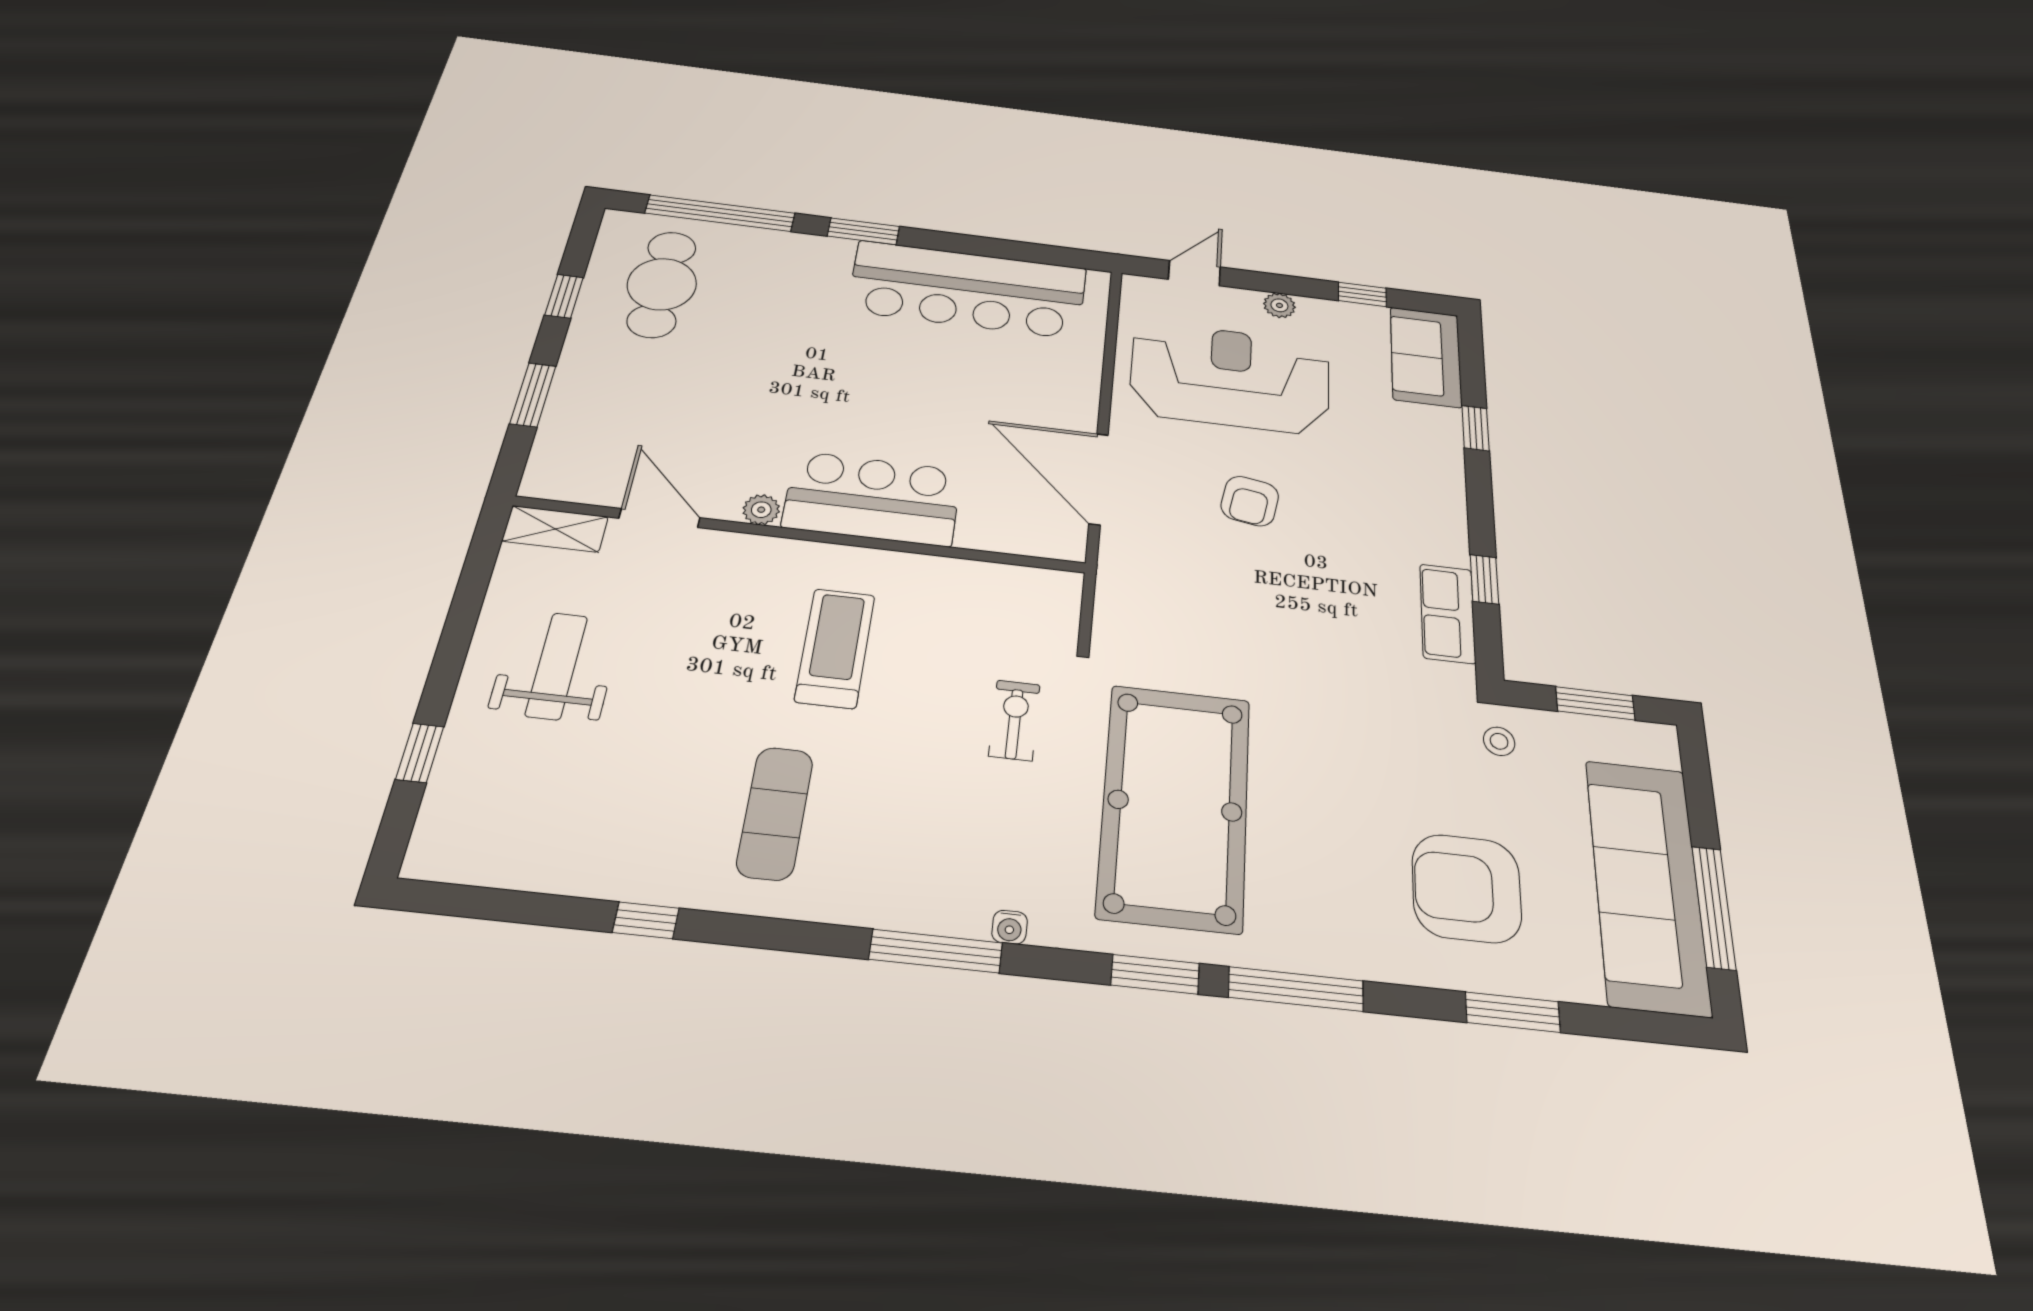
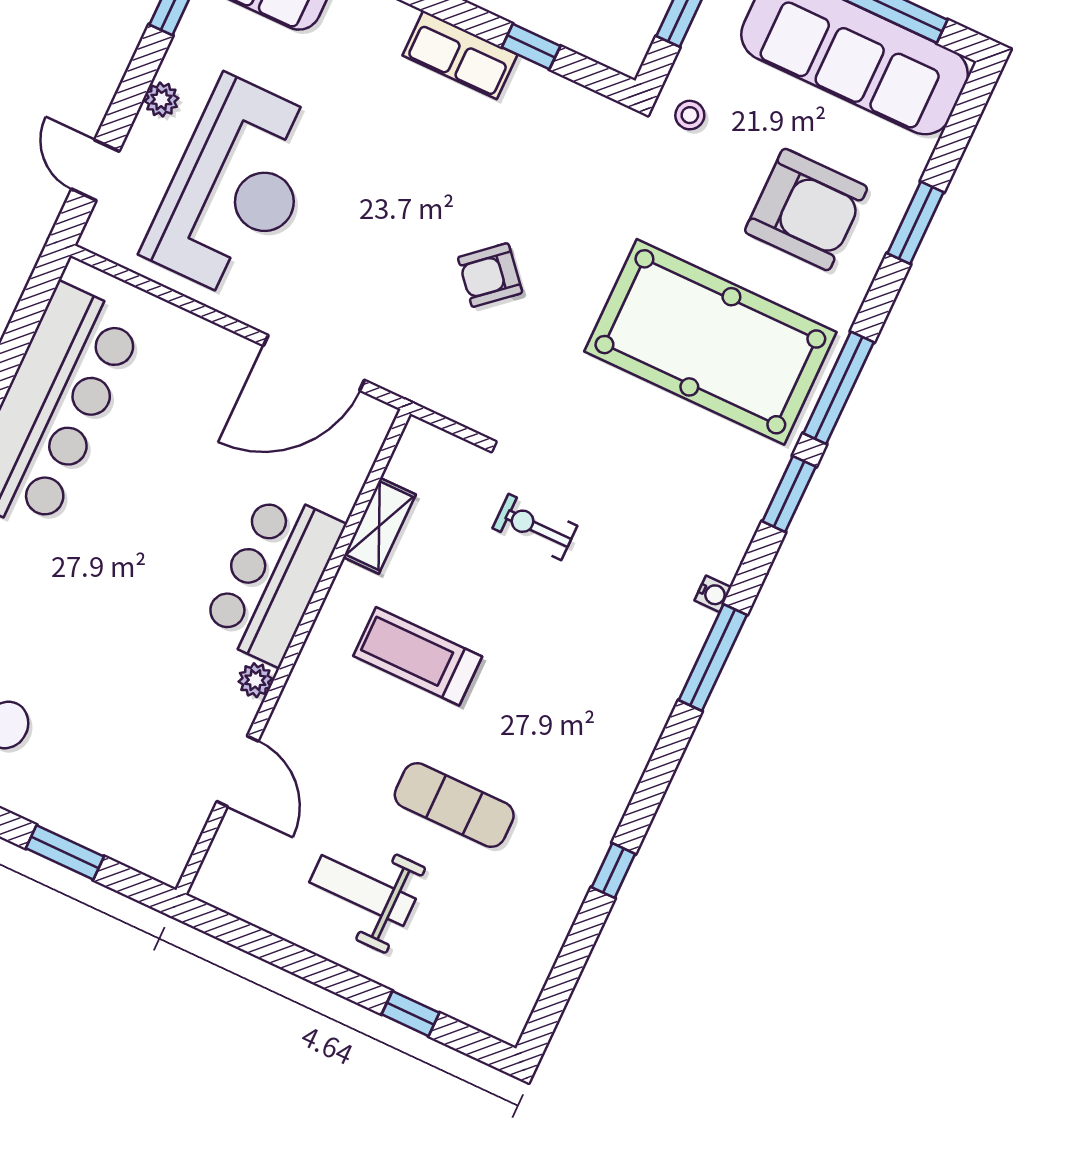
reception desk: (1230, 378) -> (236, 188), turned 180
armchair: (1250, 501) -> (490, 275), moved, turned 129
door: (659, 518) -> (237, 771), swing flipped
shelving: (555, 529) -> (379, 526), moved
row of seats: (1448, 613) -> (460, 55), moved
pool table: (1175, 806) -> (710, 342), moved
exercise mat: (775, 813) -> (454, 805), moved
armchair: (1467, 888) -> (806, 210), turned -90

